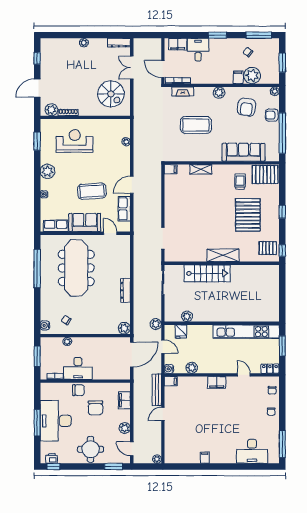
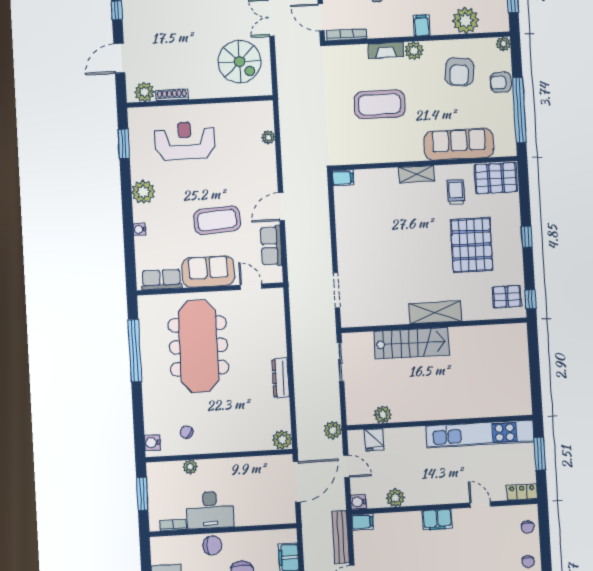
filing cabinet: (238, 77) -> (422, 25), moved
fireplace: (183, 91) -> (386, 50), moved
shelving: (201, 169) -> (416, 174), moved

